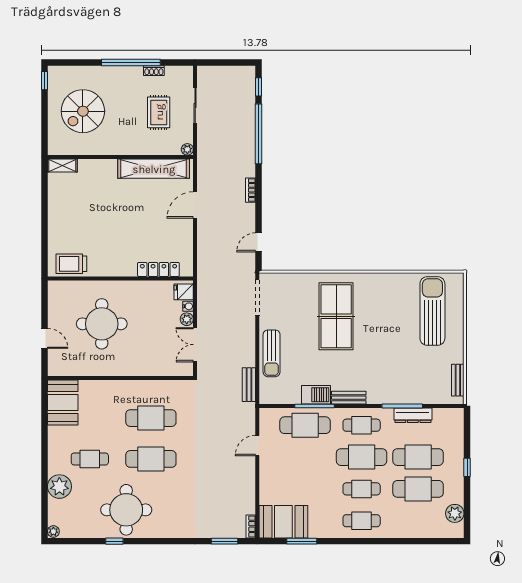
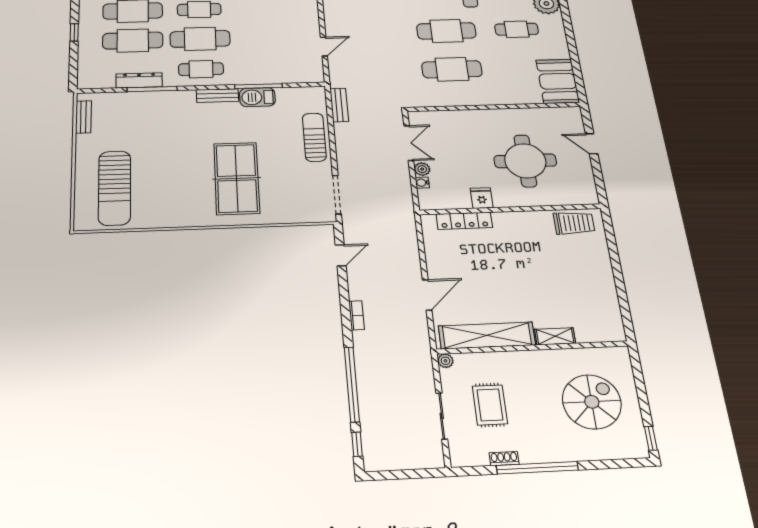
shelving: (62, 166) -> (555, 336), moved
fridge: (184, 292) -> (482, 198), moved, turned -90
cafe table: (305, 425) -> (269, 67), removed

